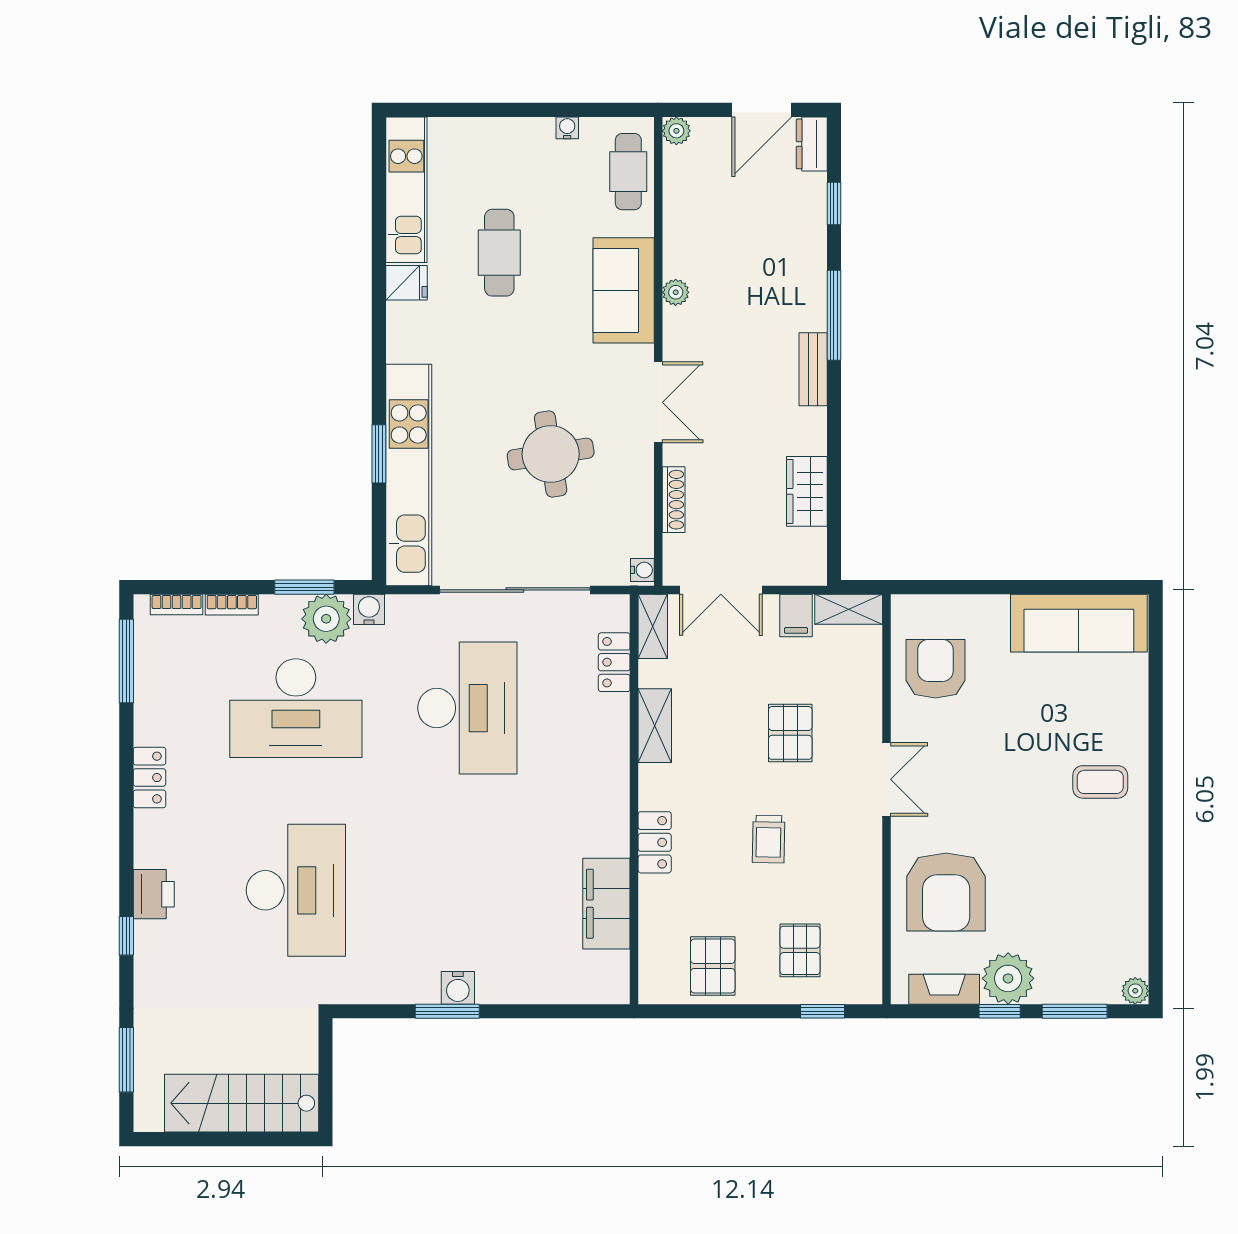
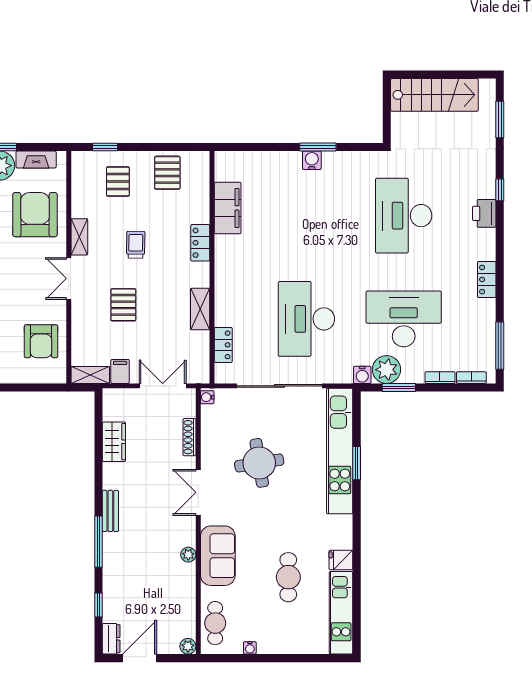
shelving: (653, 626) -> (79, 237), moved

